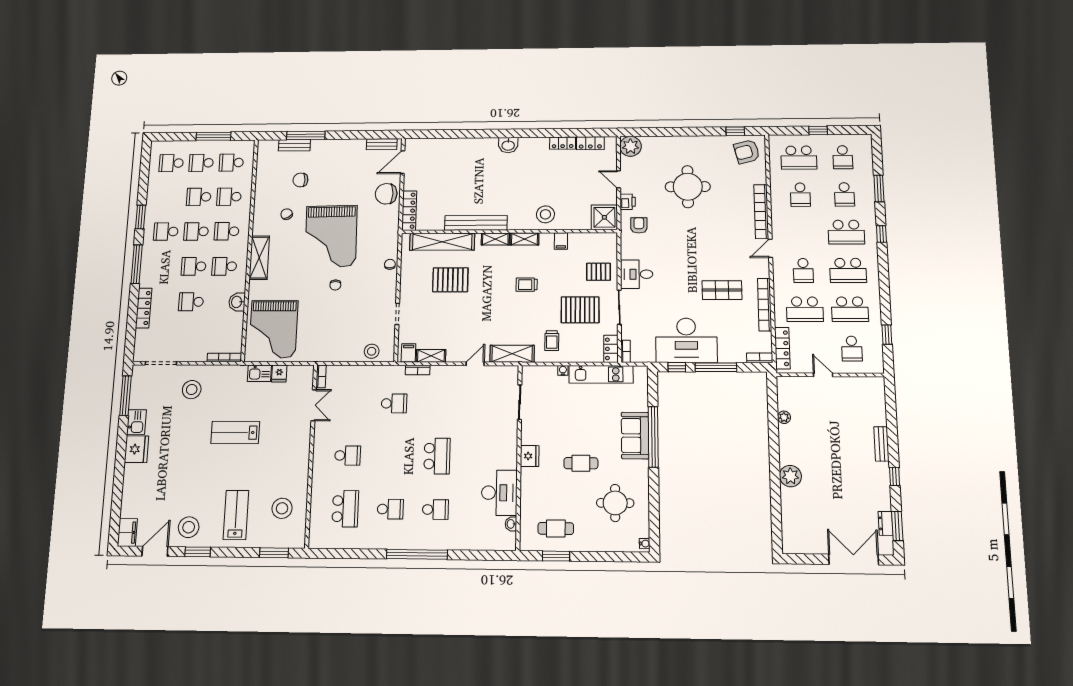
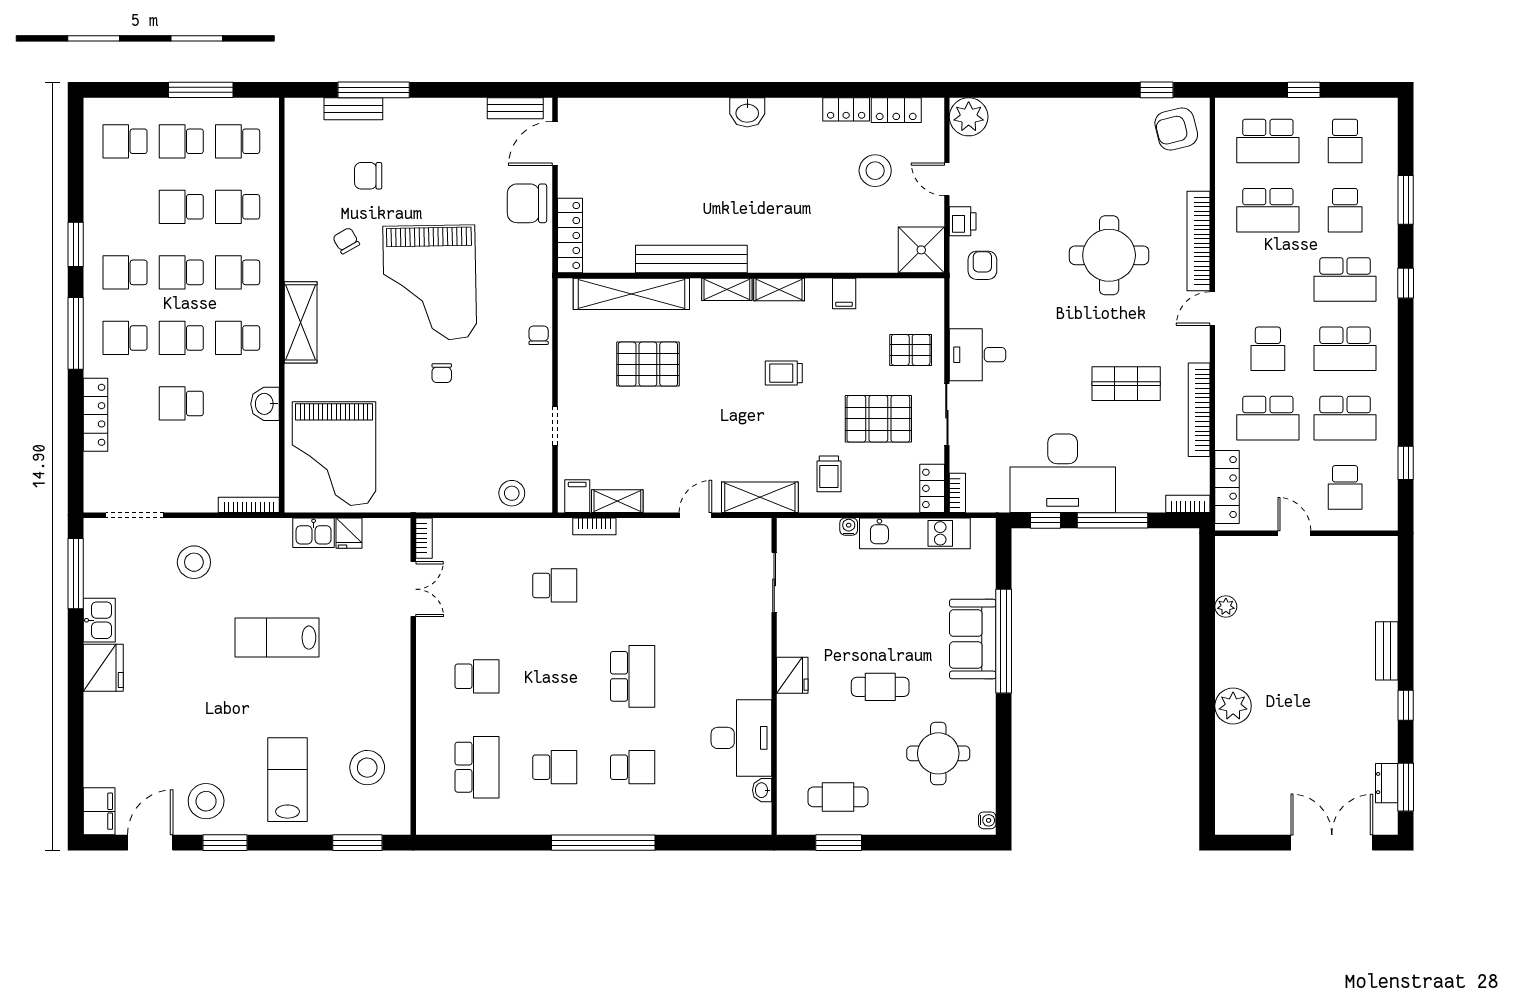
round table: (688, 187) -> (1109, 255), moved
school desk: (800, 195) -> (1268, 210), width x1.85
stool: (545, 214) -> (875, 171), moved
school desk: (163, 266) -> (125, 338), added

